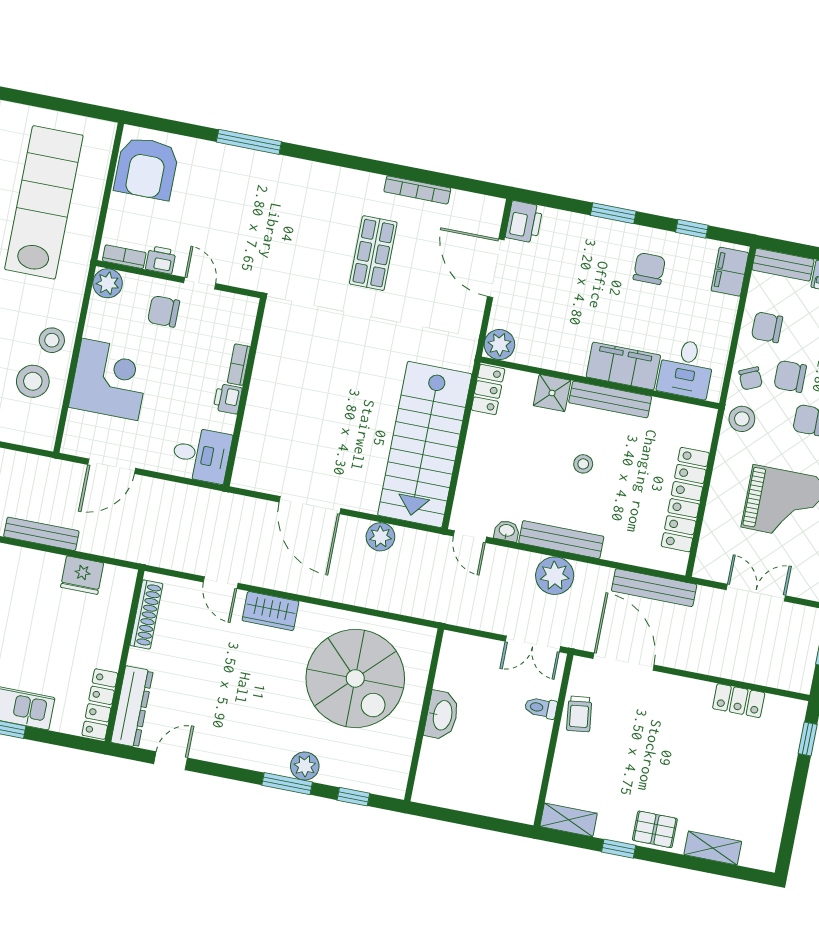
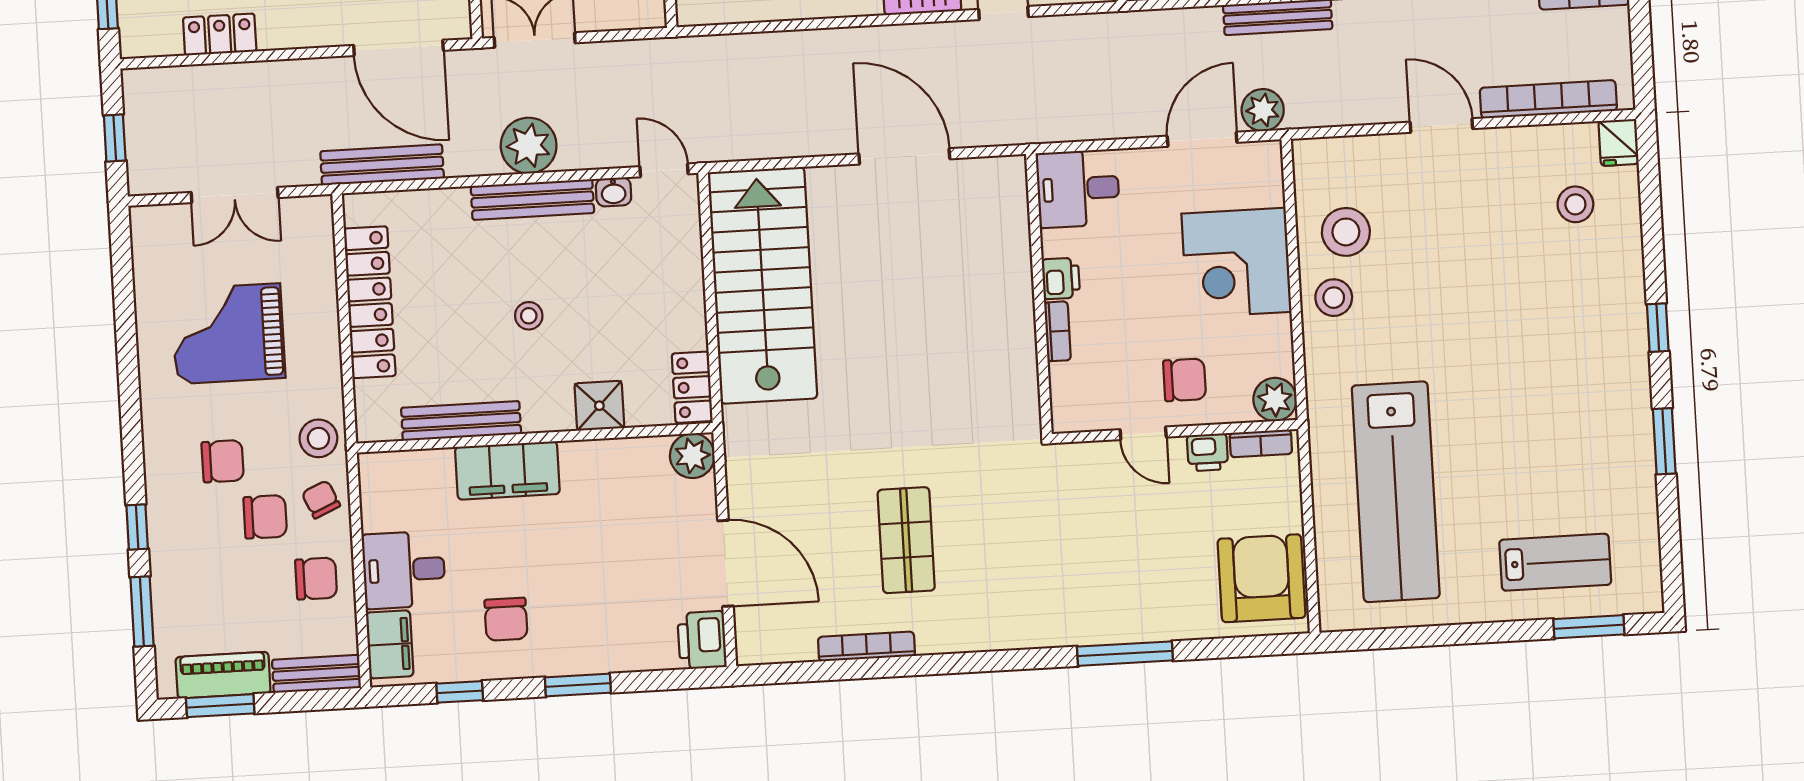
desk: (686, 369) -> (404, 570), moved, turned -90
bench: (610, 399) -> (461, 421), moved
plant: (380, 537) -> (1263, 110), moved

